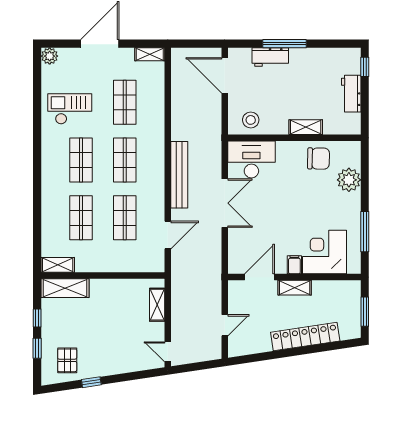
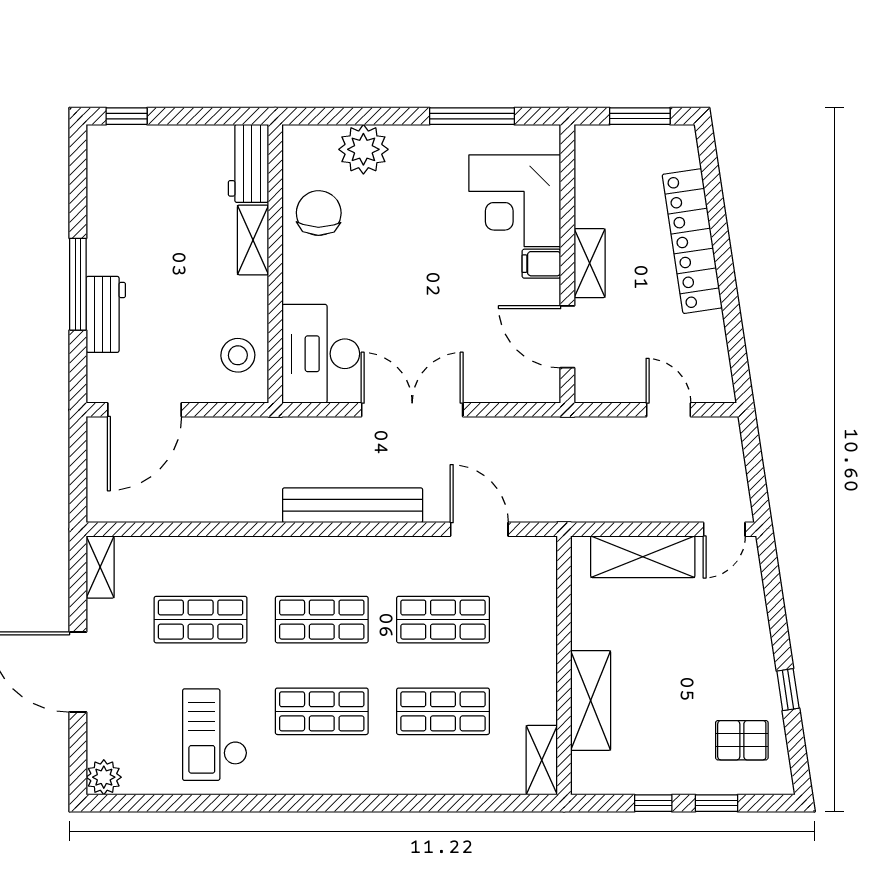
workbench: (351, 94) -> (248, 163), moved, turned 90
shelving: (65, 288) -> (591, 701), moved
shelving: (157, 305) -> (643, 557), width x1.50, depth x1.33

